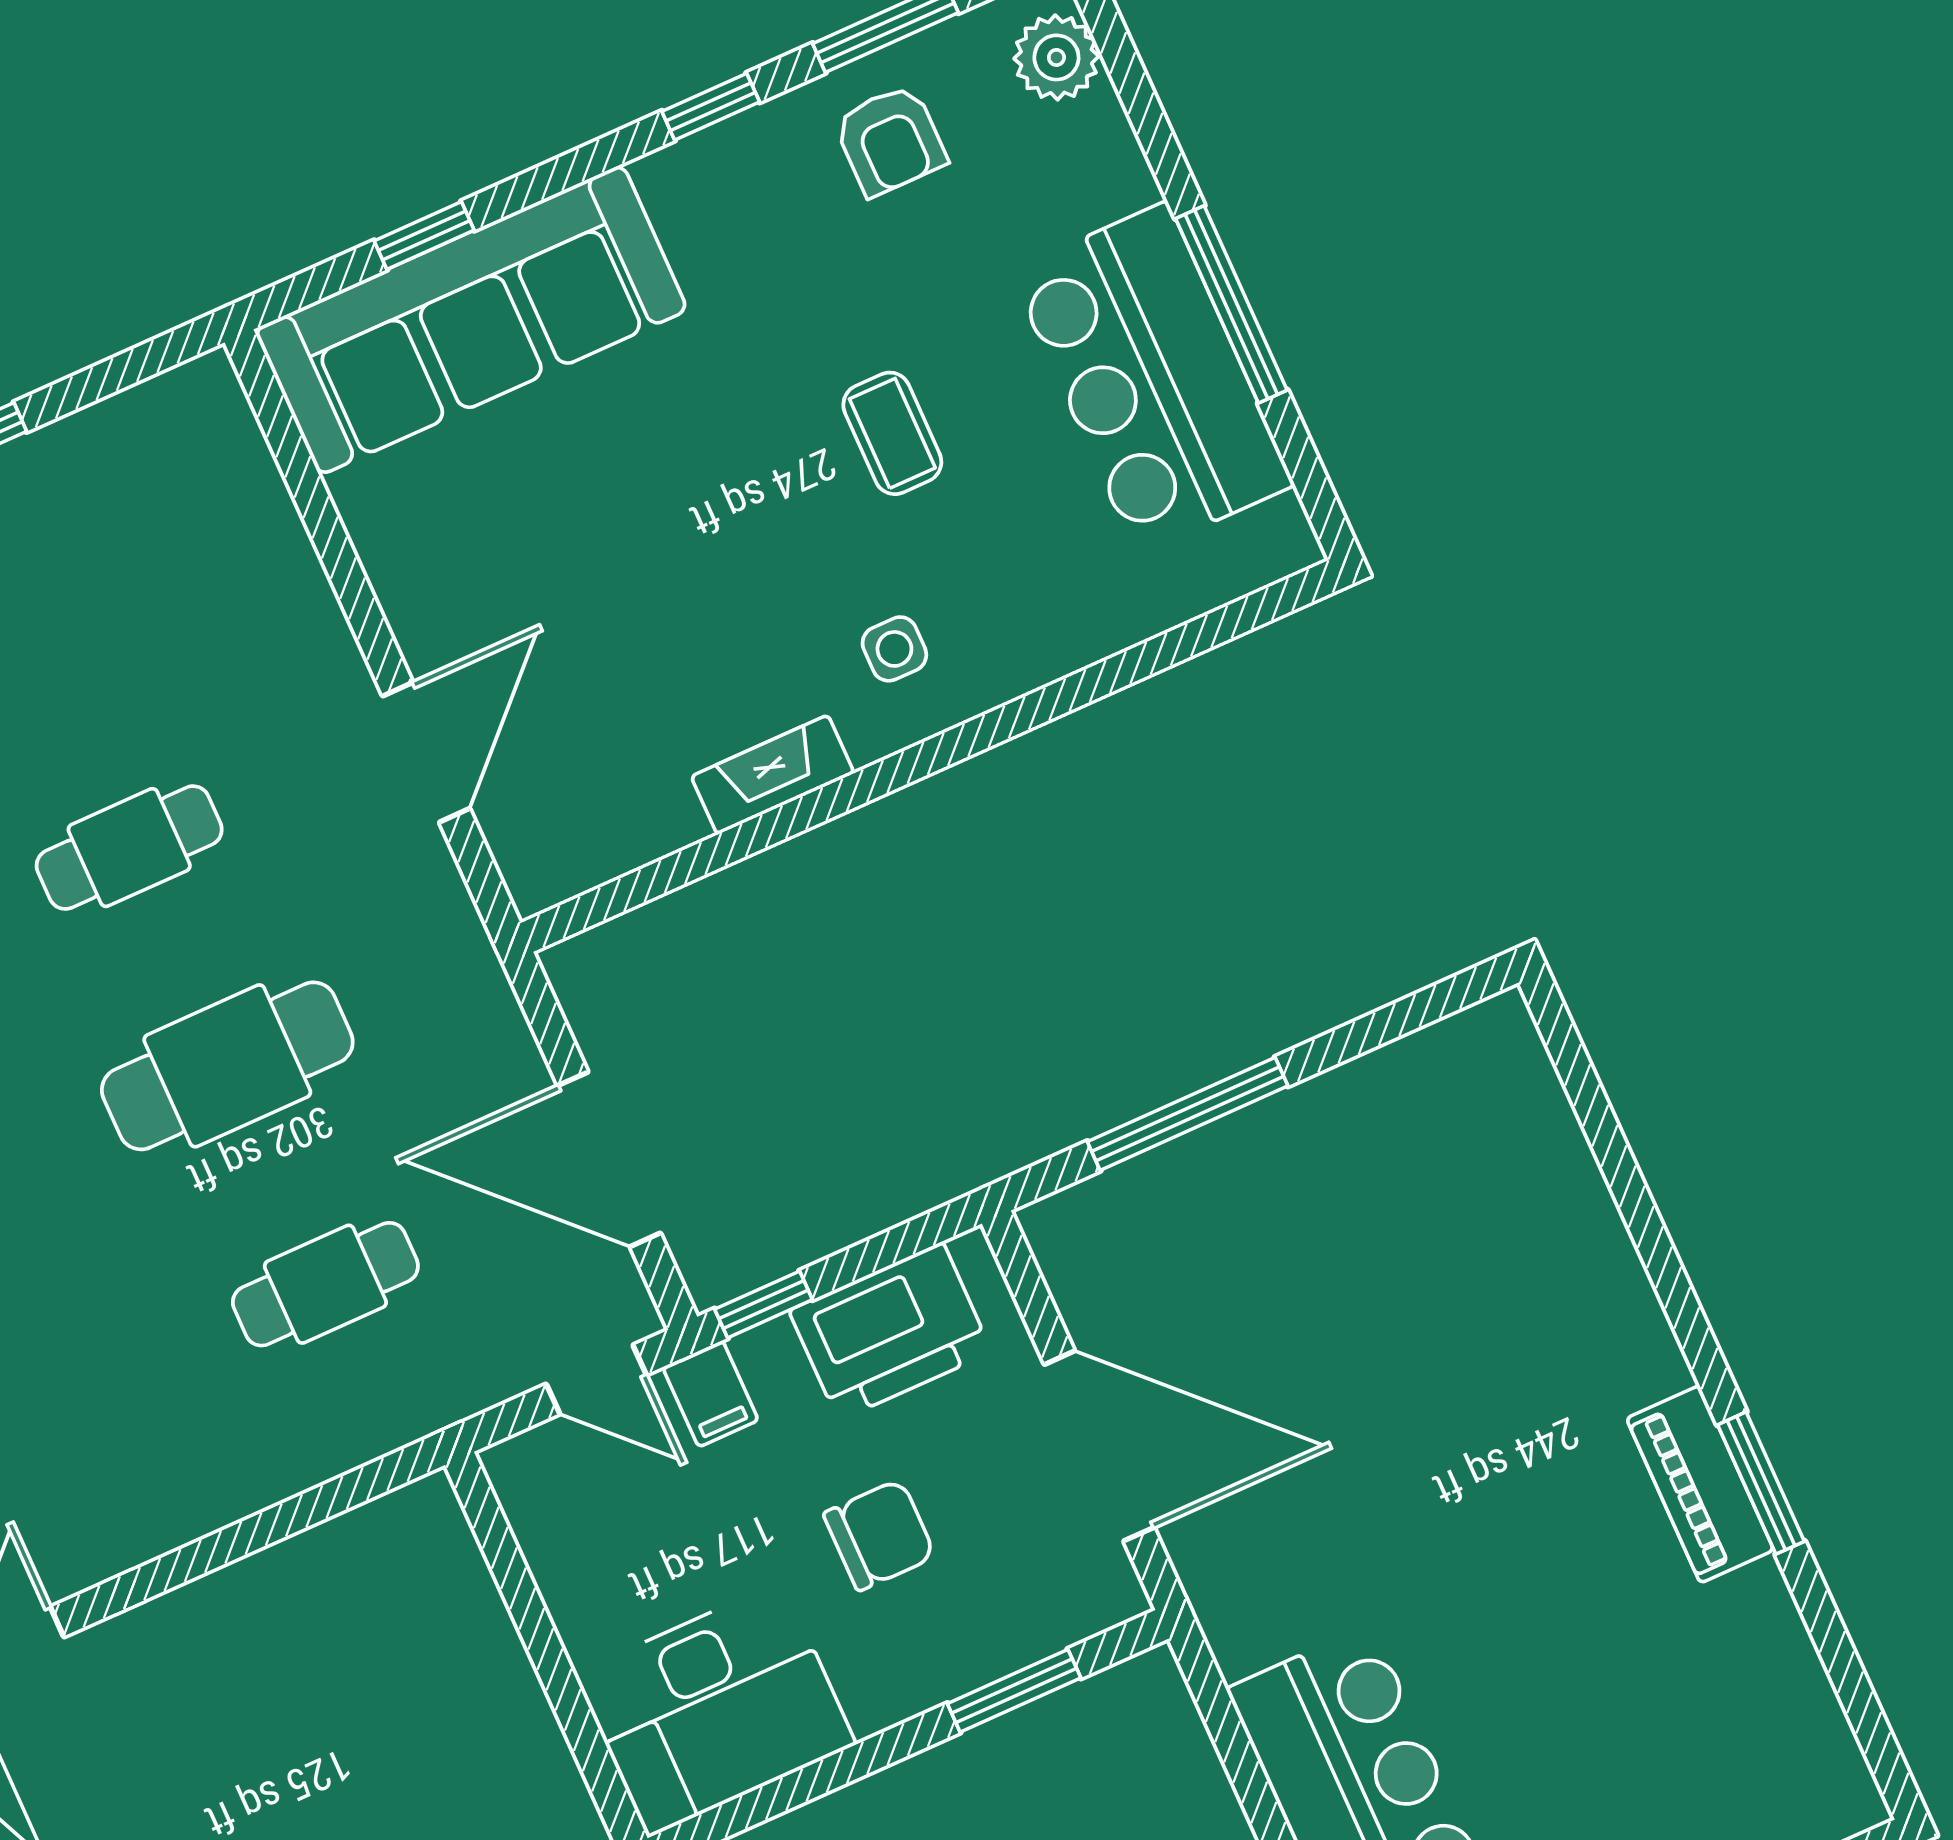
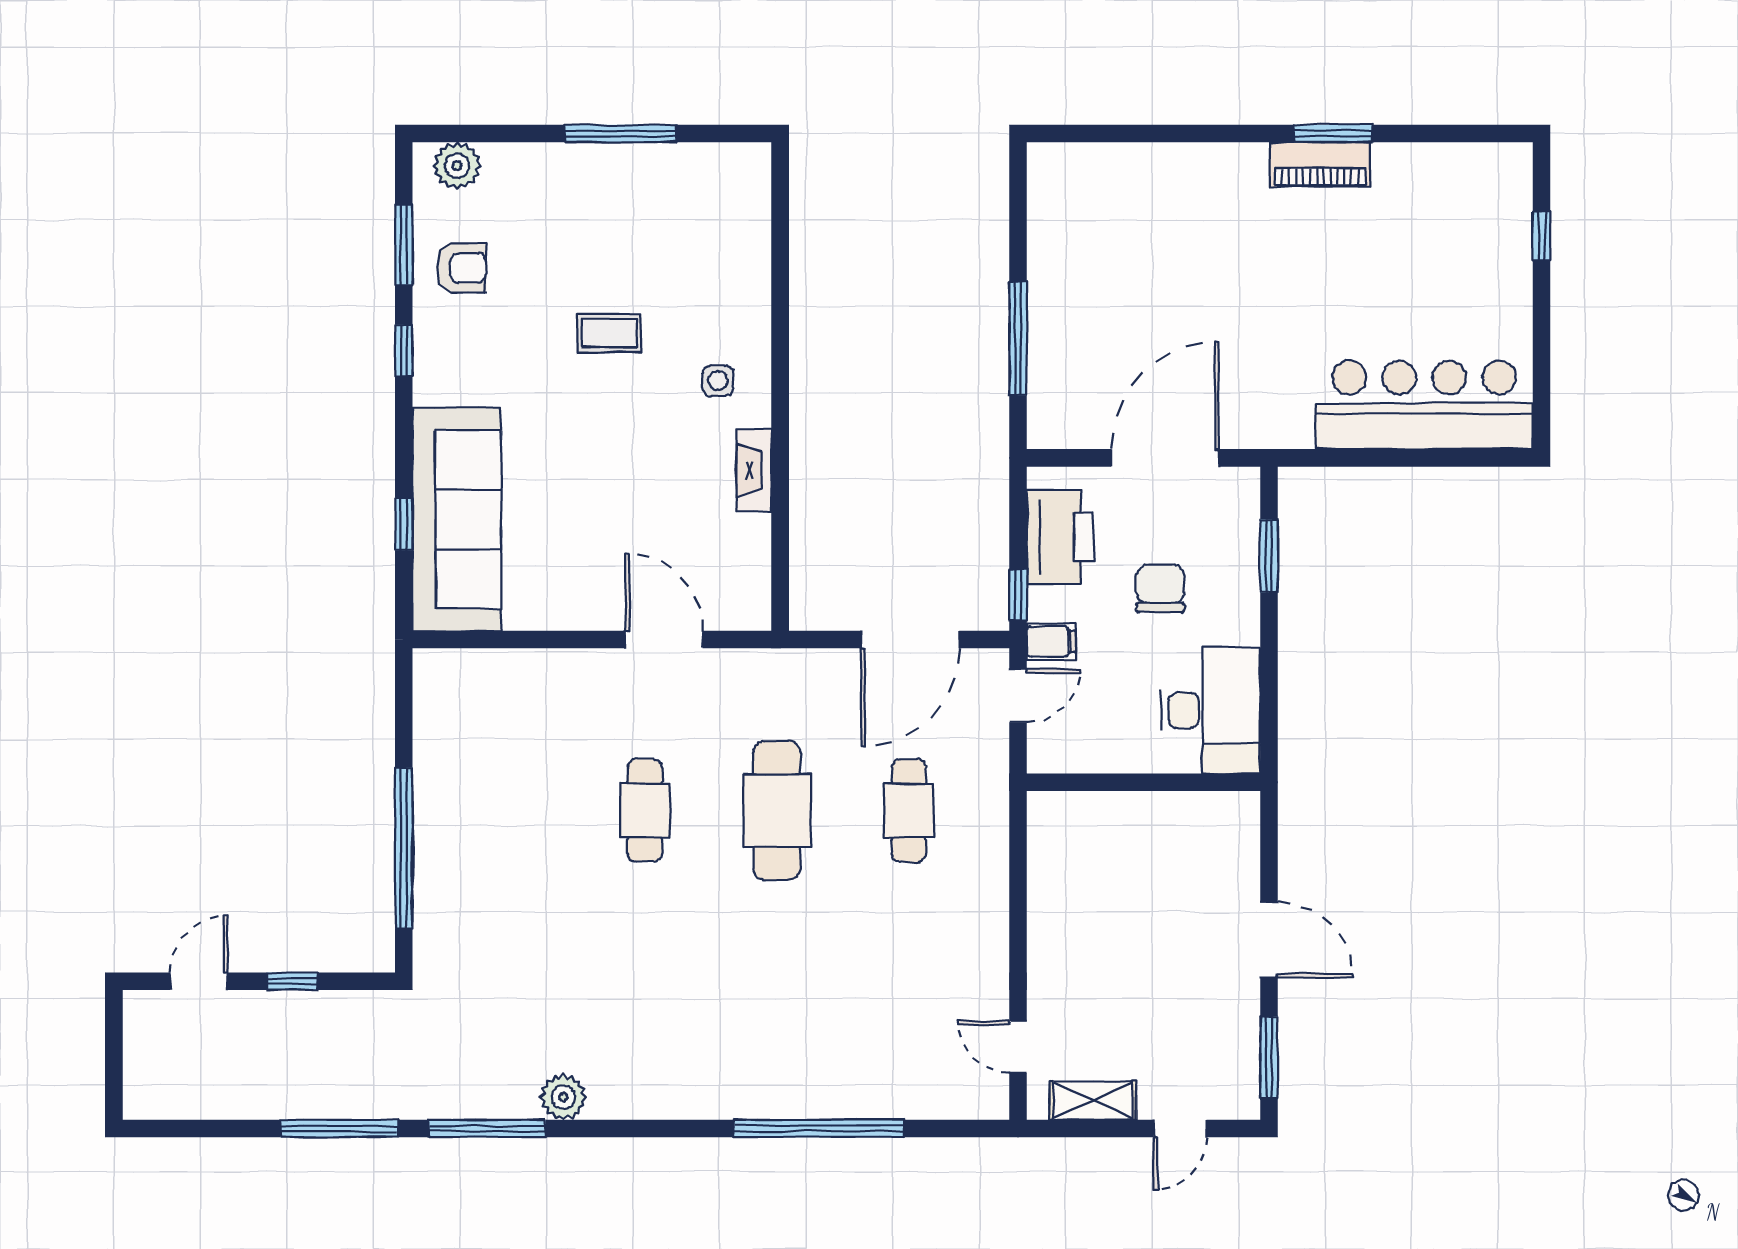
bar counter: (1152, 378) -> (640, 190), removed

